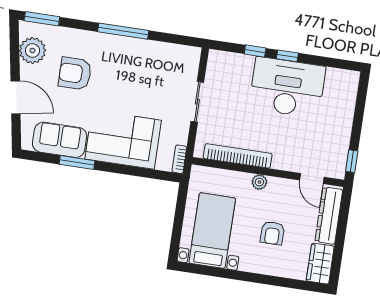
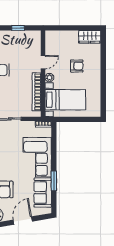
window: (352, 161) -> (18, 28), moved
door: (312, 179) -> (43, 62), moved
dresser: (329, 216) -> (62, 36), removed
bed with nightstands: (212, 231) -> (65, 100), moved, turned 180

